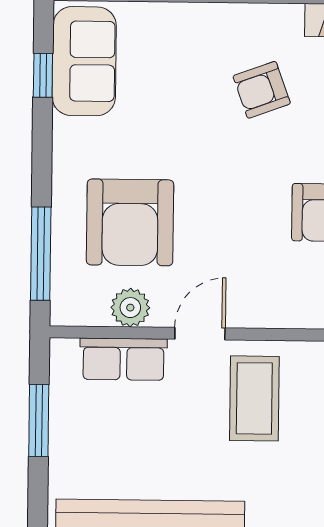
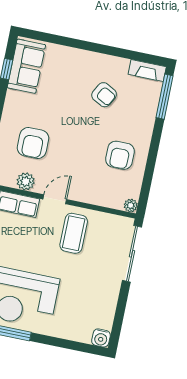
armchair: (262, 90) -> (104, 95), turned -132
armchair: (130, 222) -> (33, 143), width x0.73, depth x0.73

